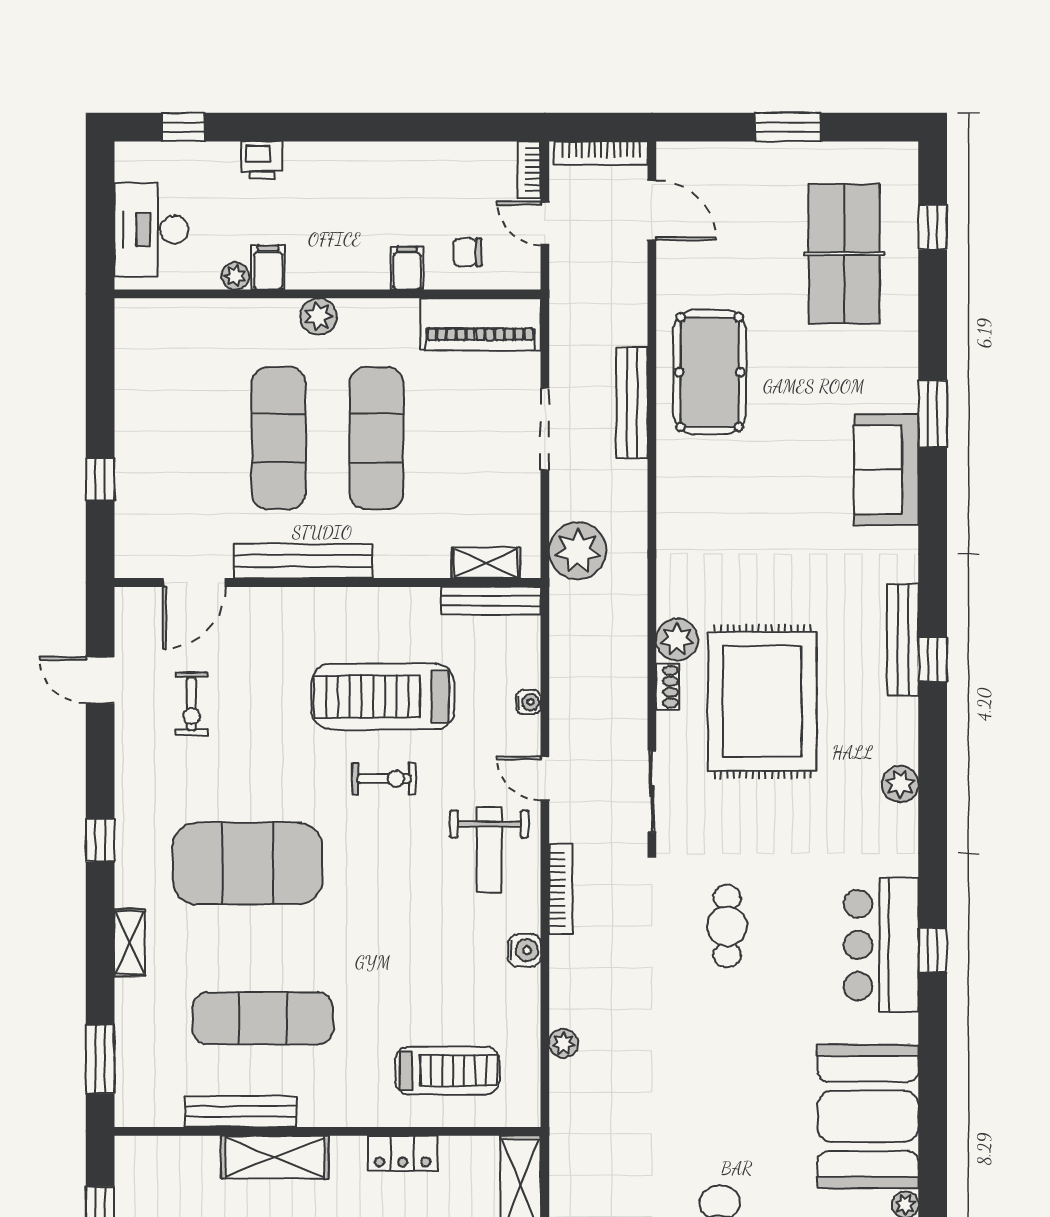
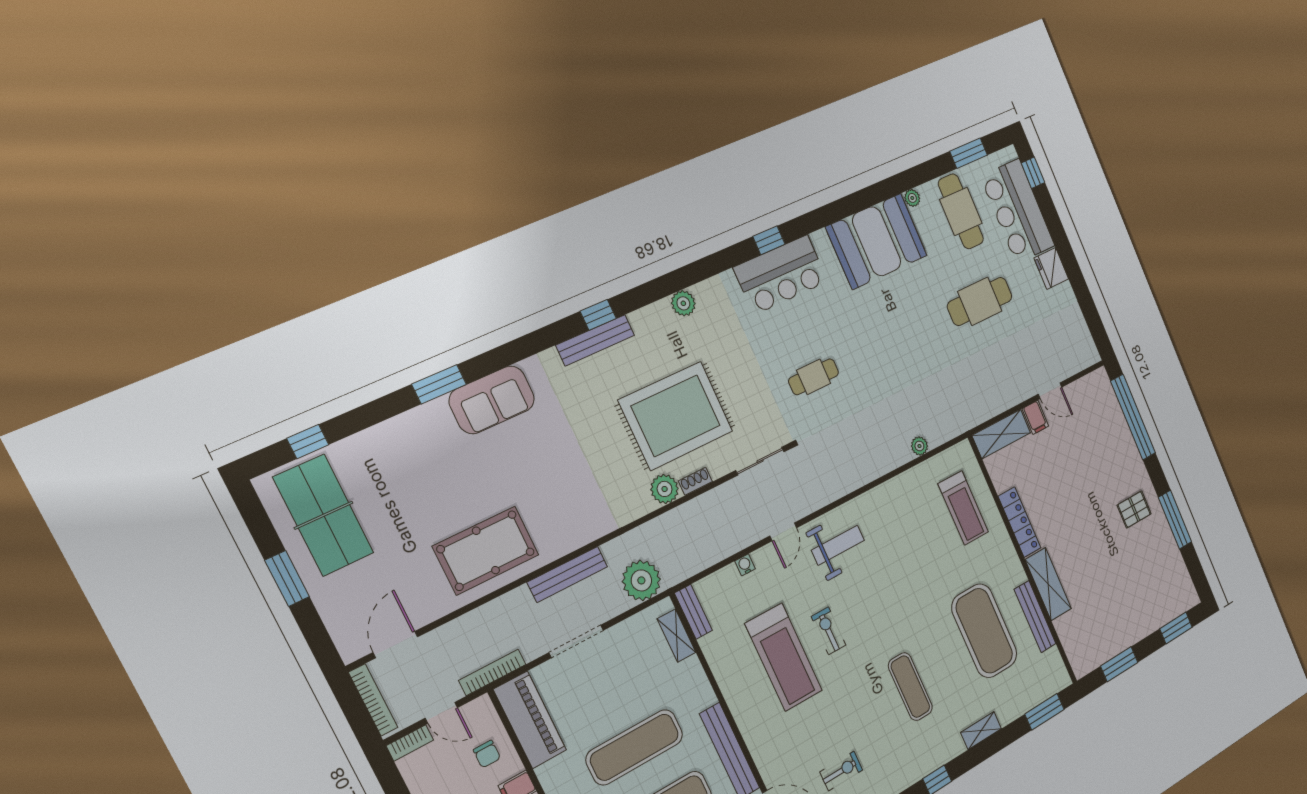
door: (545, 223) -> (441, 713), hinge flipped
table tennis table: (844, 254) -> (324, 515), moved, turned 90
bench: (632, 403) -> (568, 574), moved
bench: (491, 601) -> (693, 612), width x0.73
exercise mat: (247, 863) -> (910, 687), width x0.50, depth x0.69
bookcase: (561, 889) -> (492, 672), moved
water cooler: (524, 950) -> (882, 495), removed
exercise mat: (263, 1018) -> (984, 631), width x1.47
treadmill: (447, 1071) -> (963, 508), turned 180
locker: (403, 1153) -> (1019, 522), width x1.53

